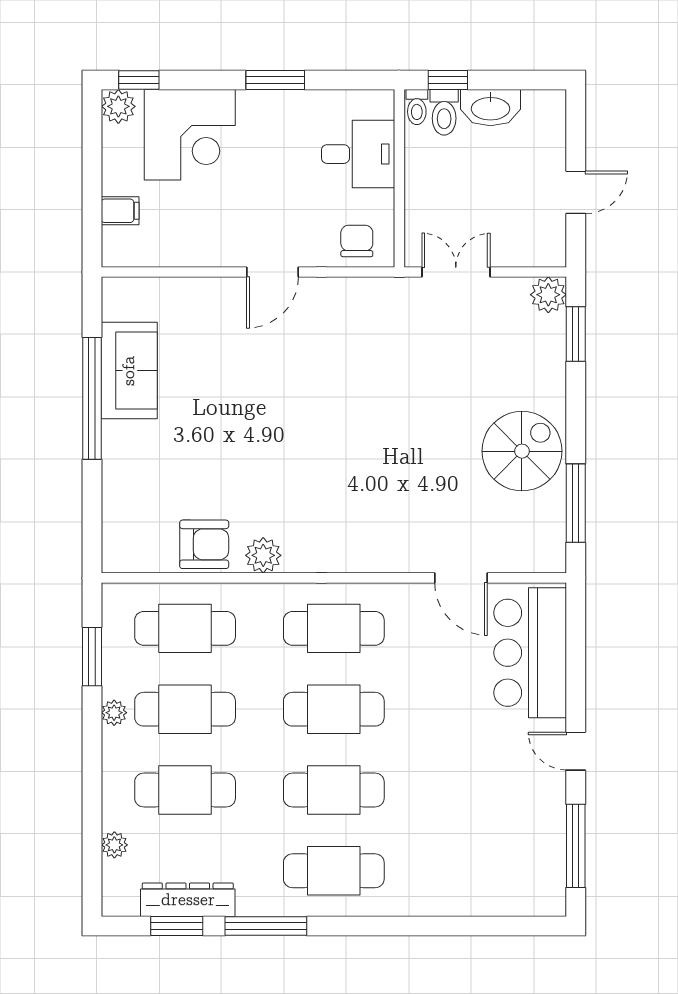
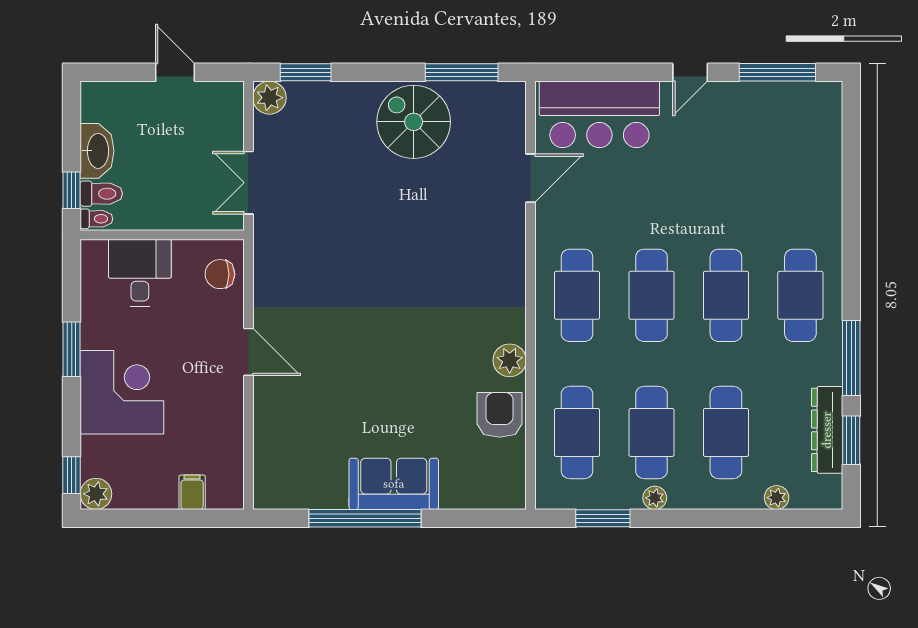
corner desk: (190, 135) -> (122, 392), moved
sofa: (129, 371) -> (394, 484), moved

